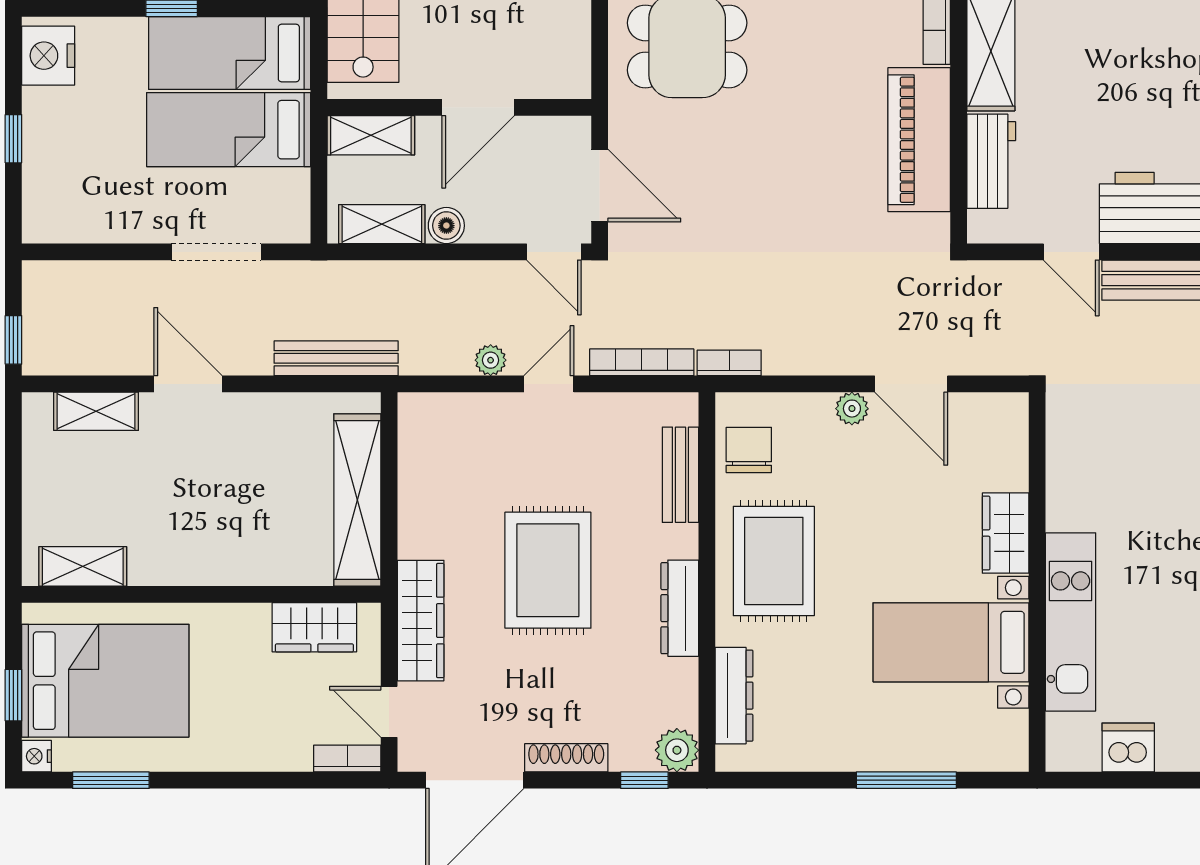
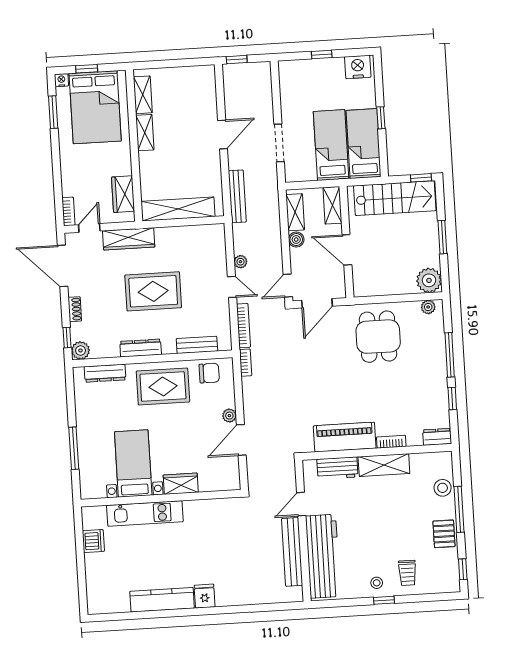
shelving: (96, 411) -> (145, 133), moved
shoe rack: (566, 758) -> (75, 309), width x0.70

